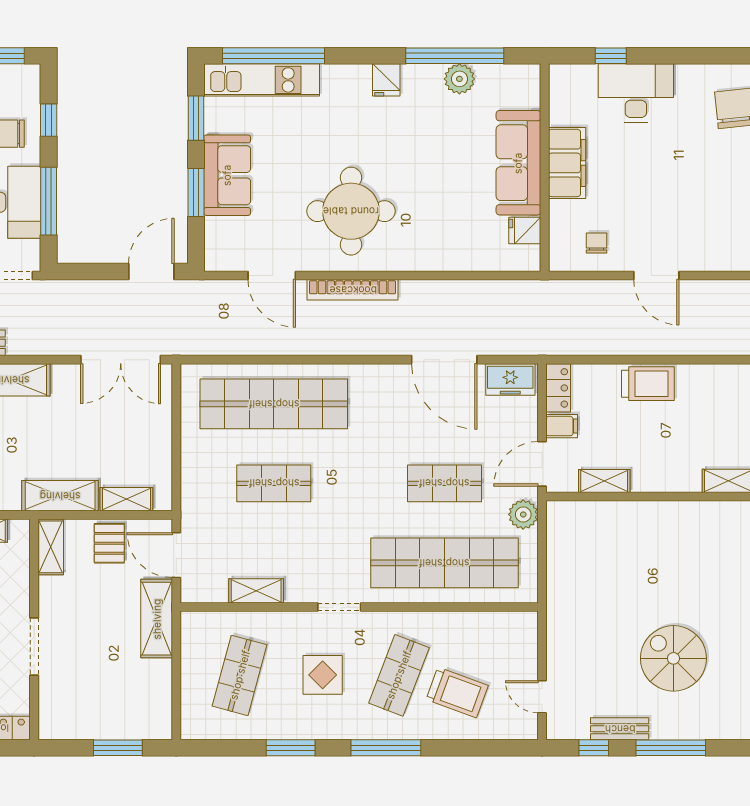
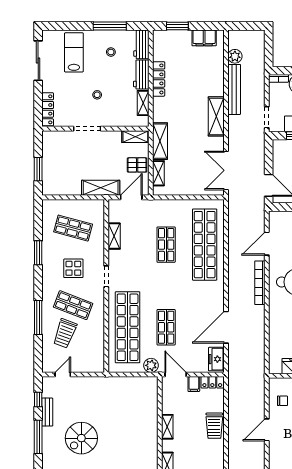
shelving: (604, 481) -> (167, 427), moved
spiral stairs: (673, 658) -> (81, 438), turned 180
window: (386, 748) -> (38, 317), moved

